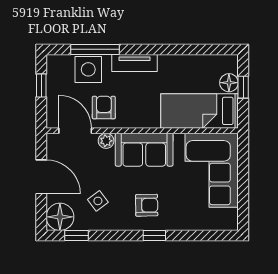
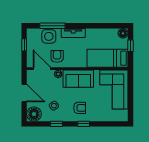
floor lamp: (229, 83) -> (123, 33), moved
window: (76, 235) -> (56, 124), moved

